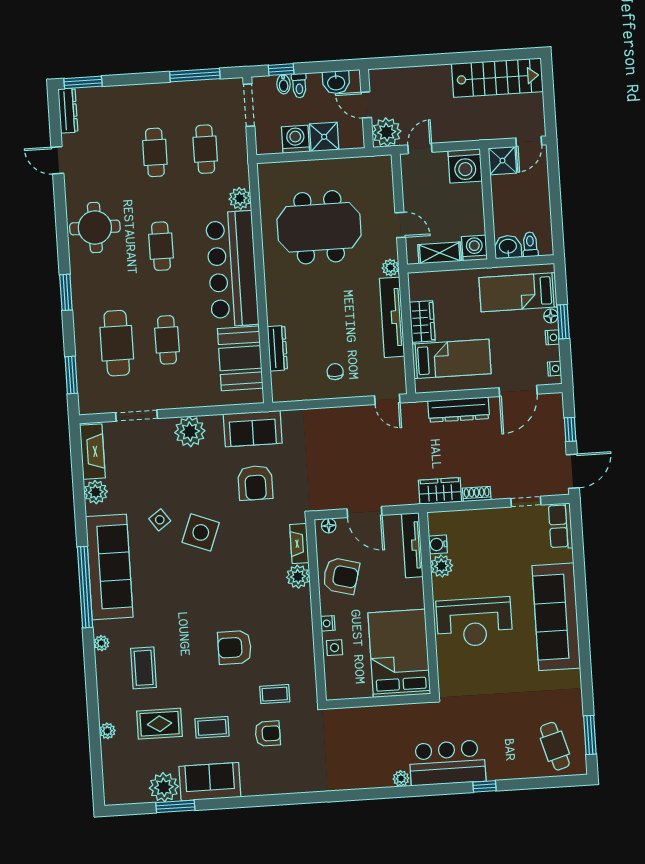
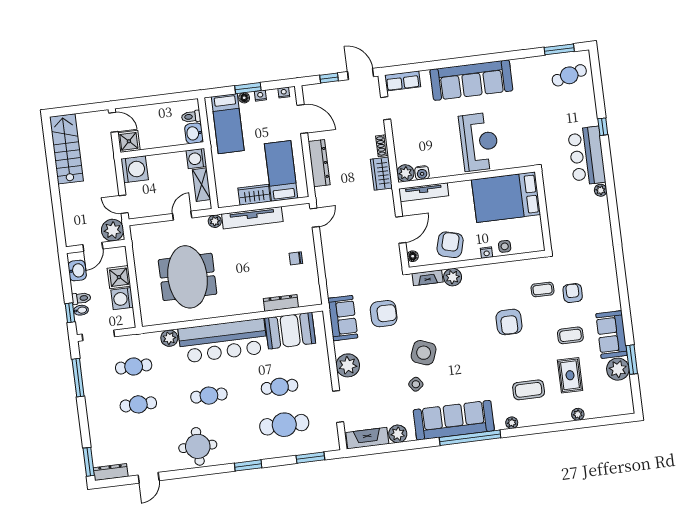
plant: (442, 566) -> (405, 173), moved
coffee table: (275, 694) -> (542, 289), turned 90
coffee table: (212, 727) -> (570, 335), turned 90

